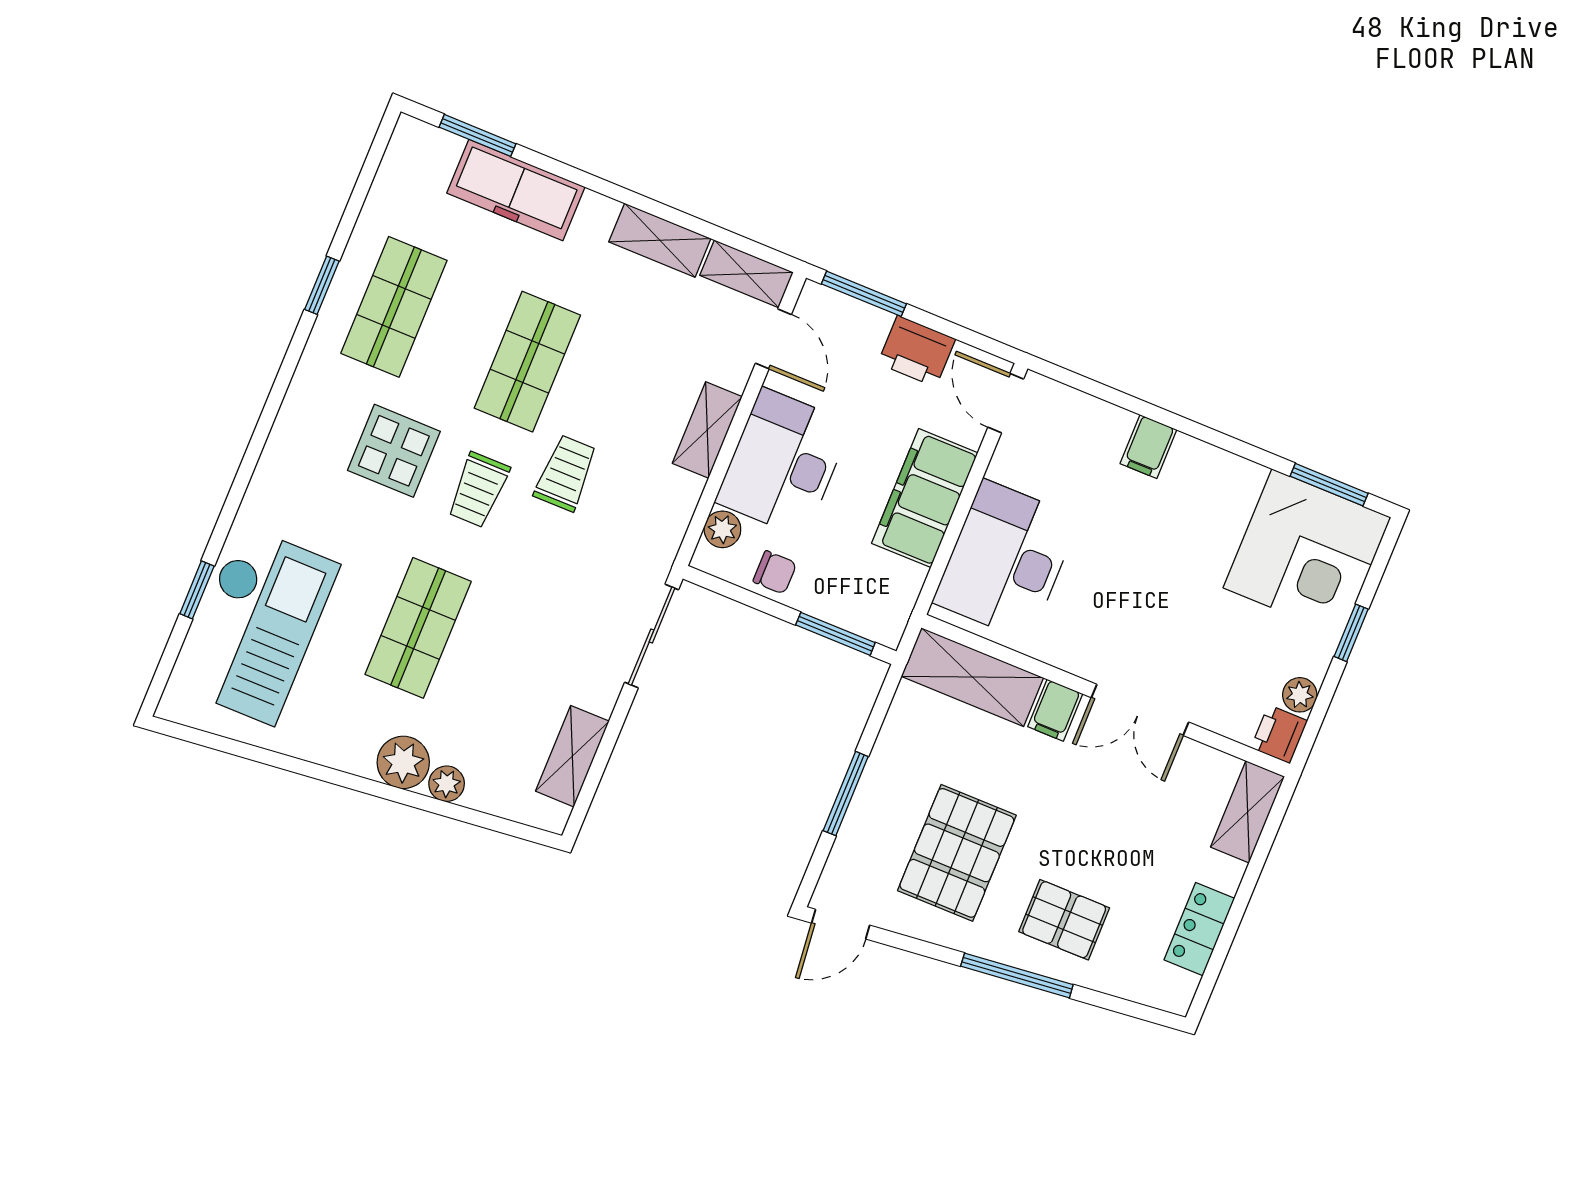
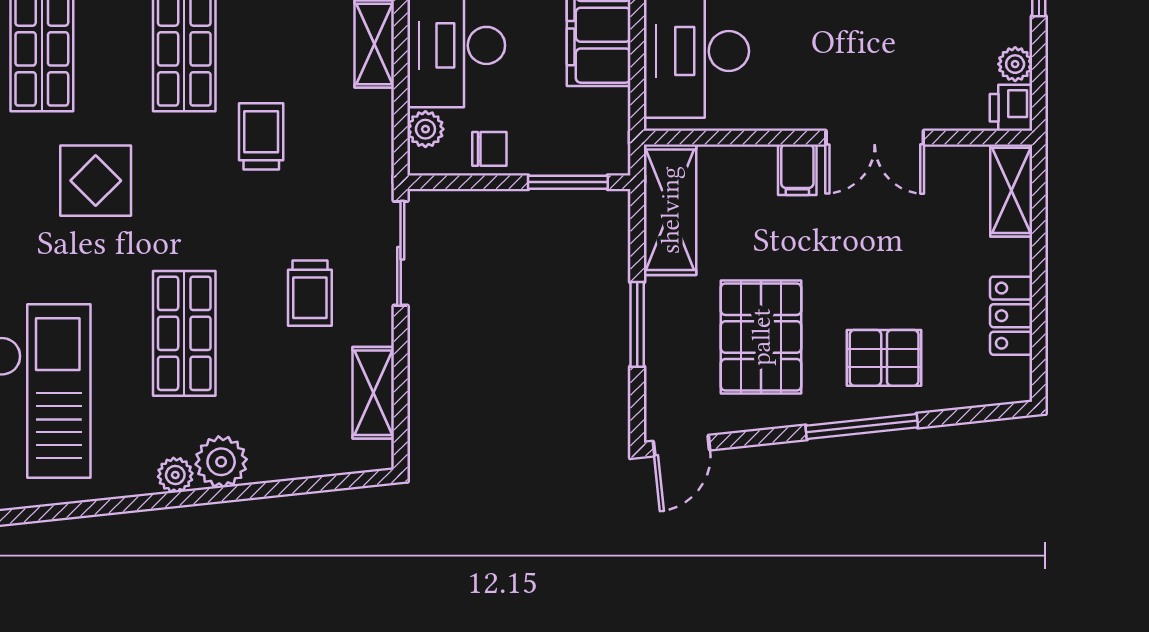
trolley: (478, 490) -> (310, 293), moved
shelving: (972, 677) -> (670, 210), moved, turned 90
plant: (447, 784) -> (175, 475), moved

